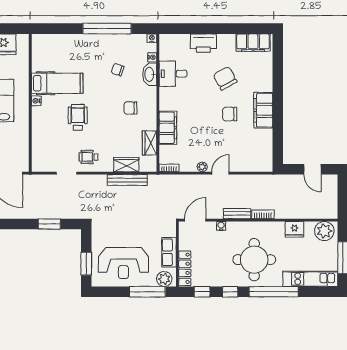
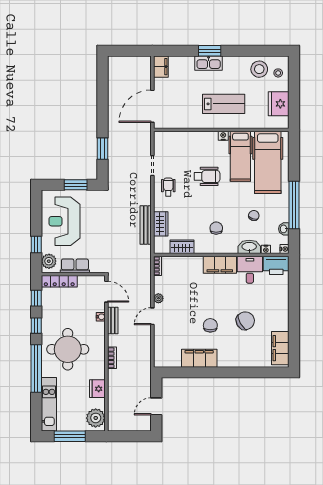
washbasin: (131, 39) -> (284, 229), added
printer: (203, 43) -> (276, 265), moved, turned -90
hospital bed: (63, 55) -> (268, 162), added
filing cabinet: (263, 110) -> (199, 358), moved
filing cabinet: (168, 128) -> (220, 265), moved
door: (220, 173) -> (152, 316), swing flipped
bench: (237, 214) -> (113, 321), moved
window: (86, 264) -> (76, 185), moved
window: (147, 292) -> (36, 245), width x0.46

